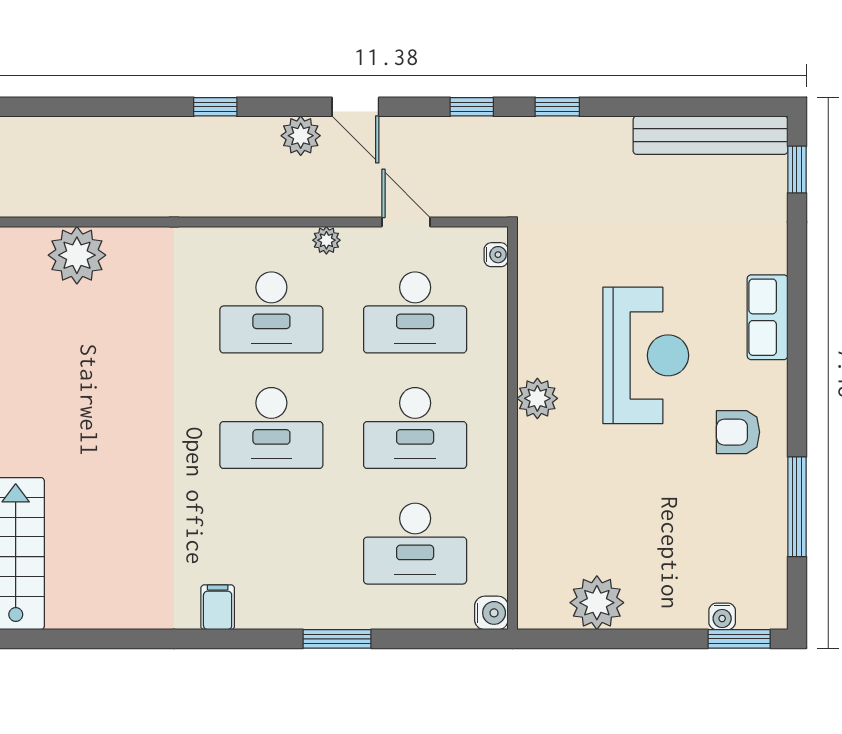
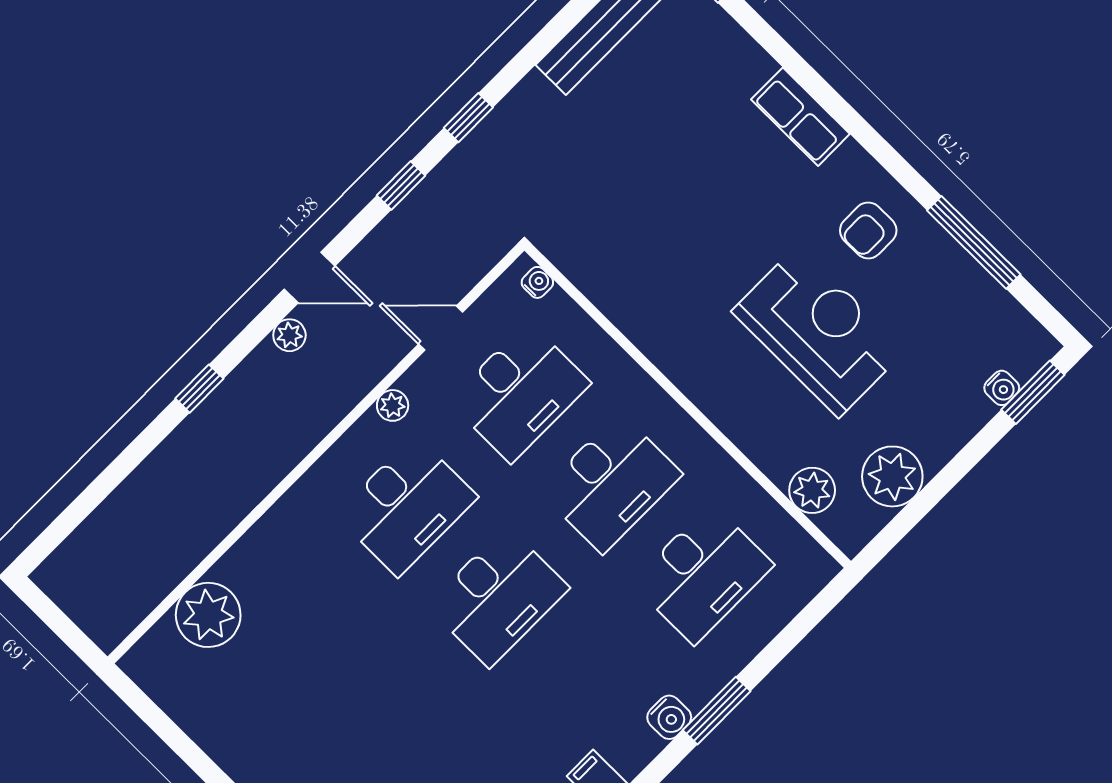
plant: (301, 136) -> (289, 335), width x0.73, depth x0.73
reception desk: (646, 355) -> (818, 331), moved
plant: (537, 398) -> (812, 490), moved
water cooler: (491, 613) -> (669, 717), moved, turned 90

